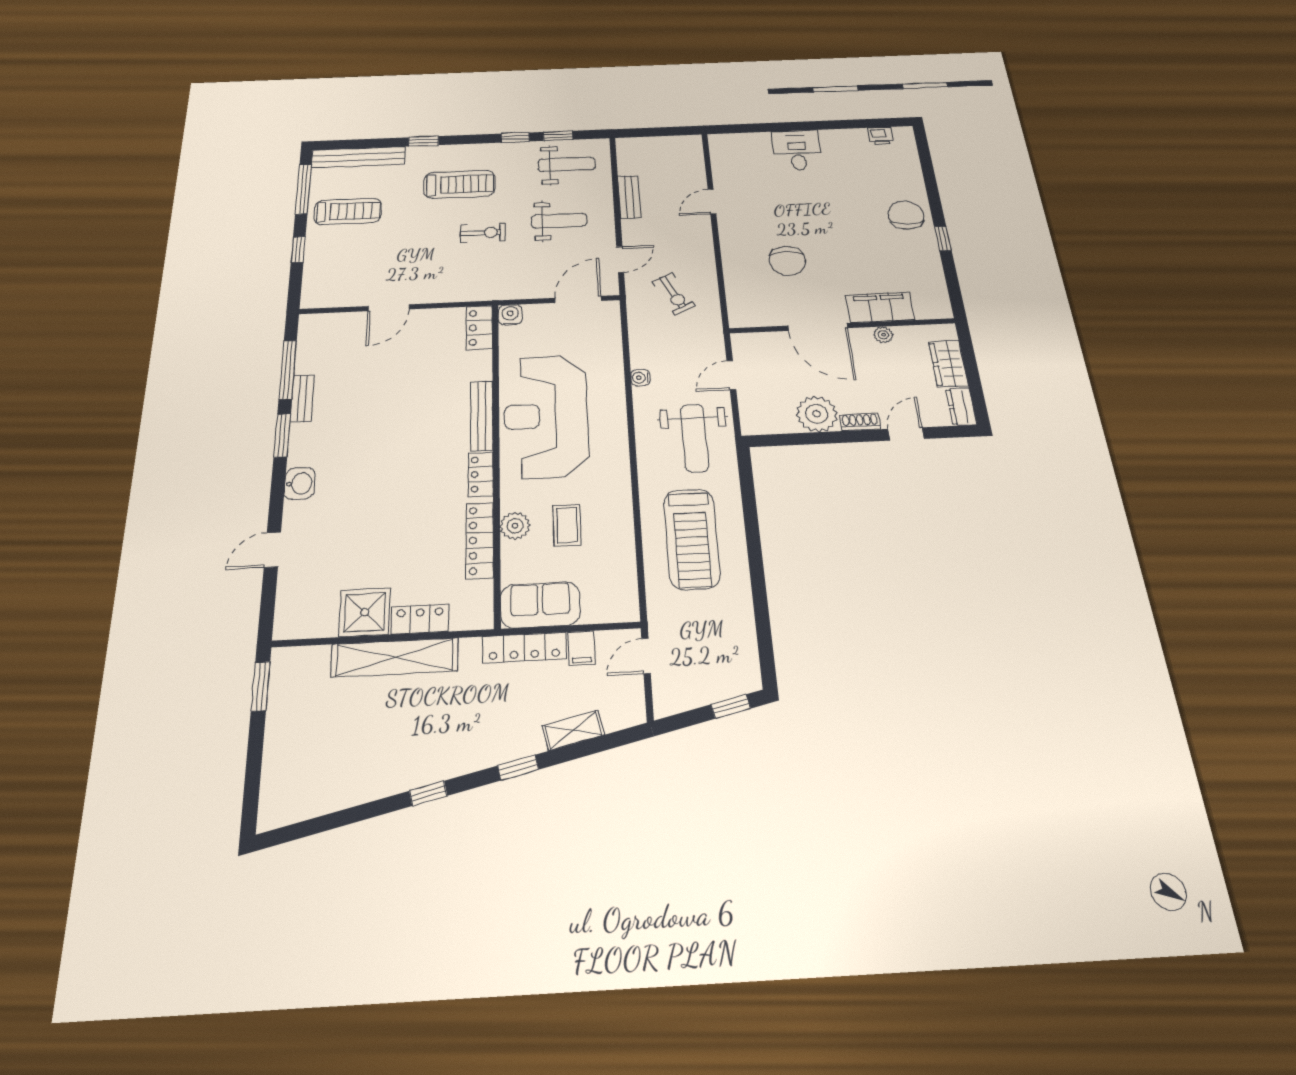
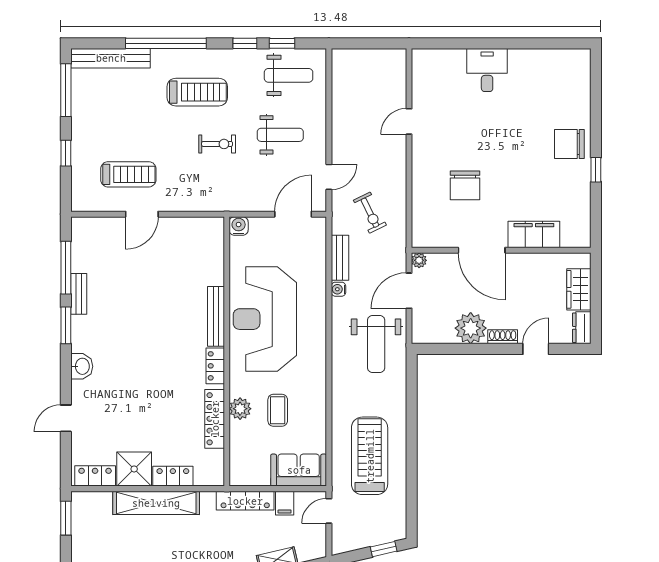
printer: (881, 136) -> (562, 58), removed
window: (424, 141) -> (166, 43), width x3.17
bench: (629, 197) -> (340, 258), moved
treadmill: (348, 211) -> (128, 174), moved
chair: (906, 215) -> (569, 144), turned -90
locker: (479, 328) -> (95, 476), moved, turned 90
plant: (883, 335) -> (419, 260), moved
door: (731, 375) -> (409, 291), width x1.38
treadmill: (692, 539) -> (370, 456), moved, turned 180
sofa: (540, 605) -> (299, 470), moved

